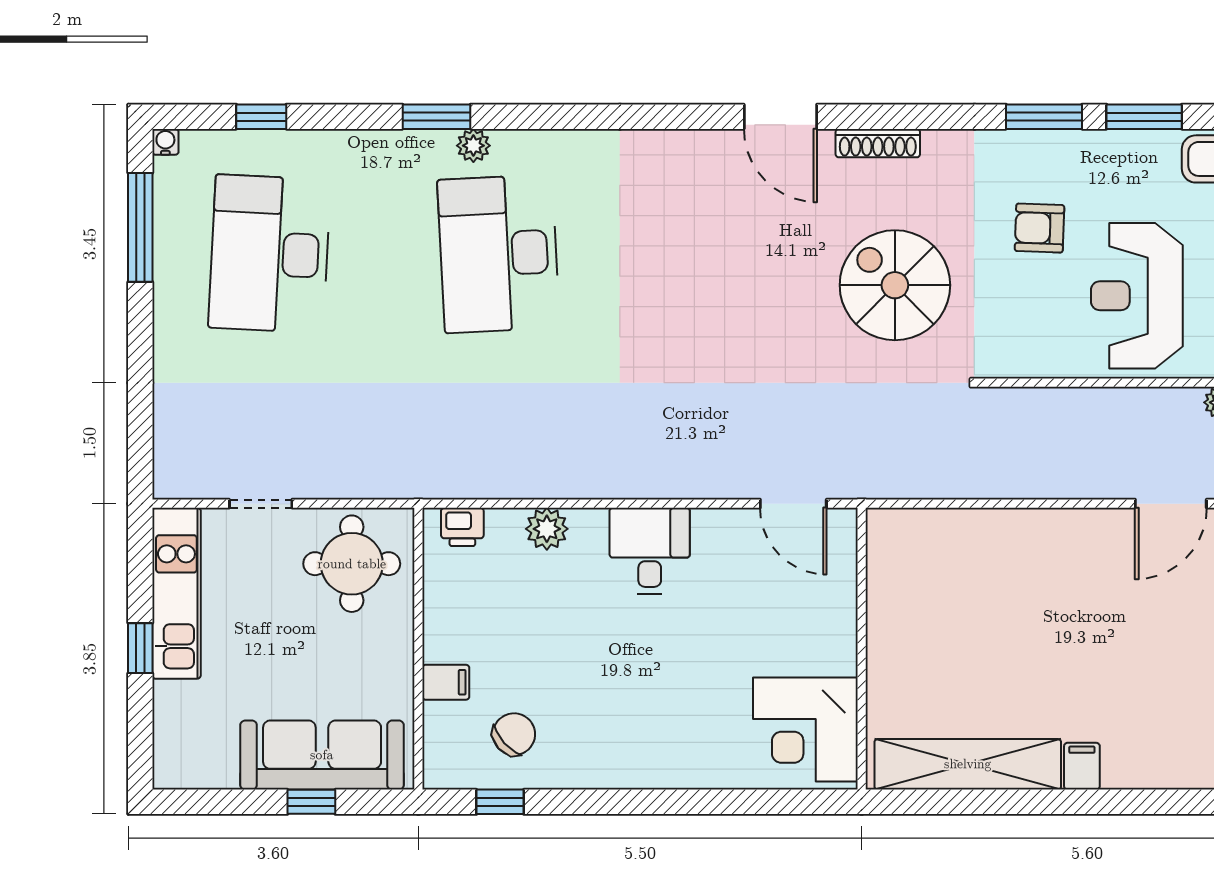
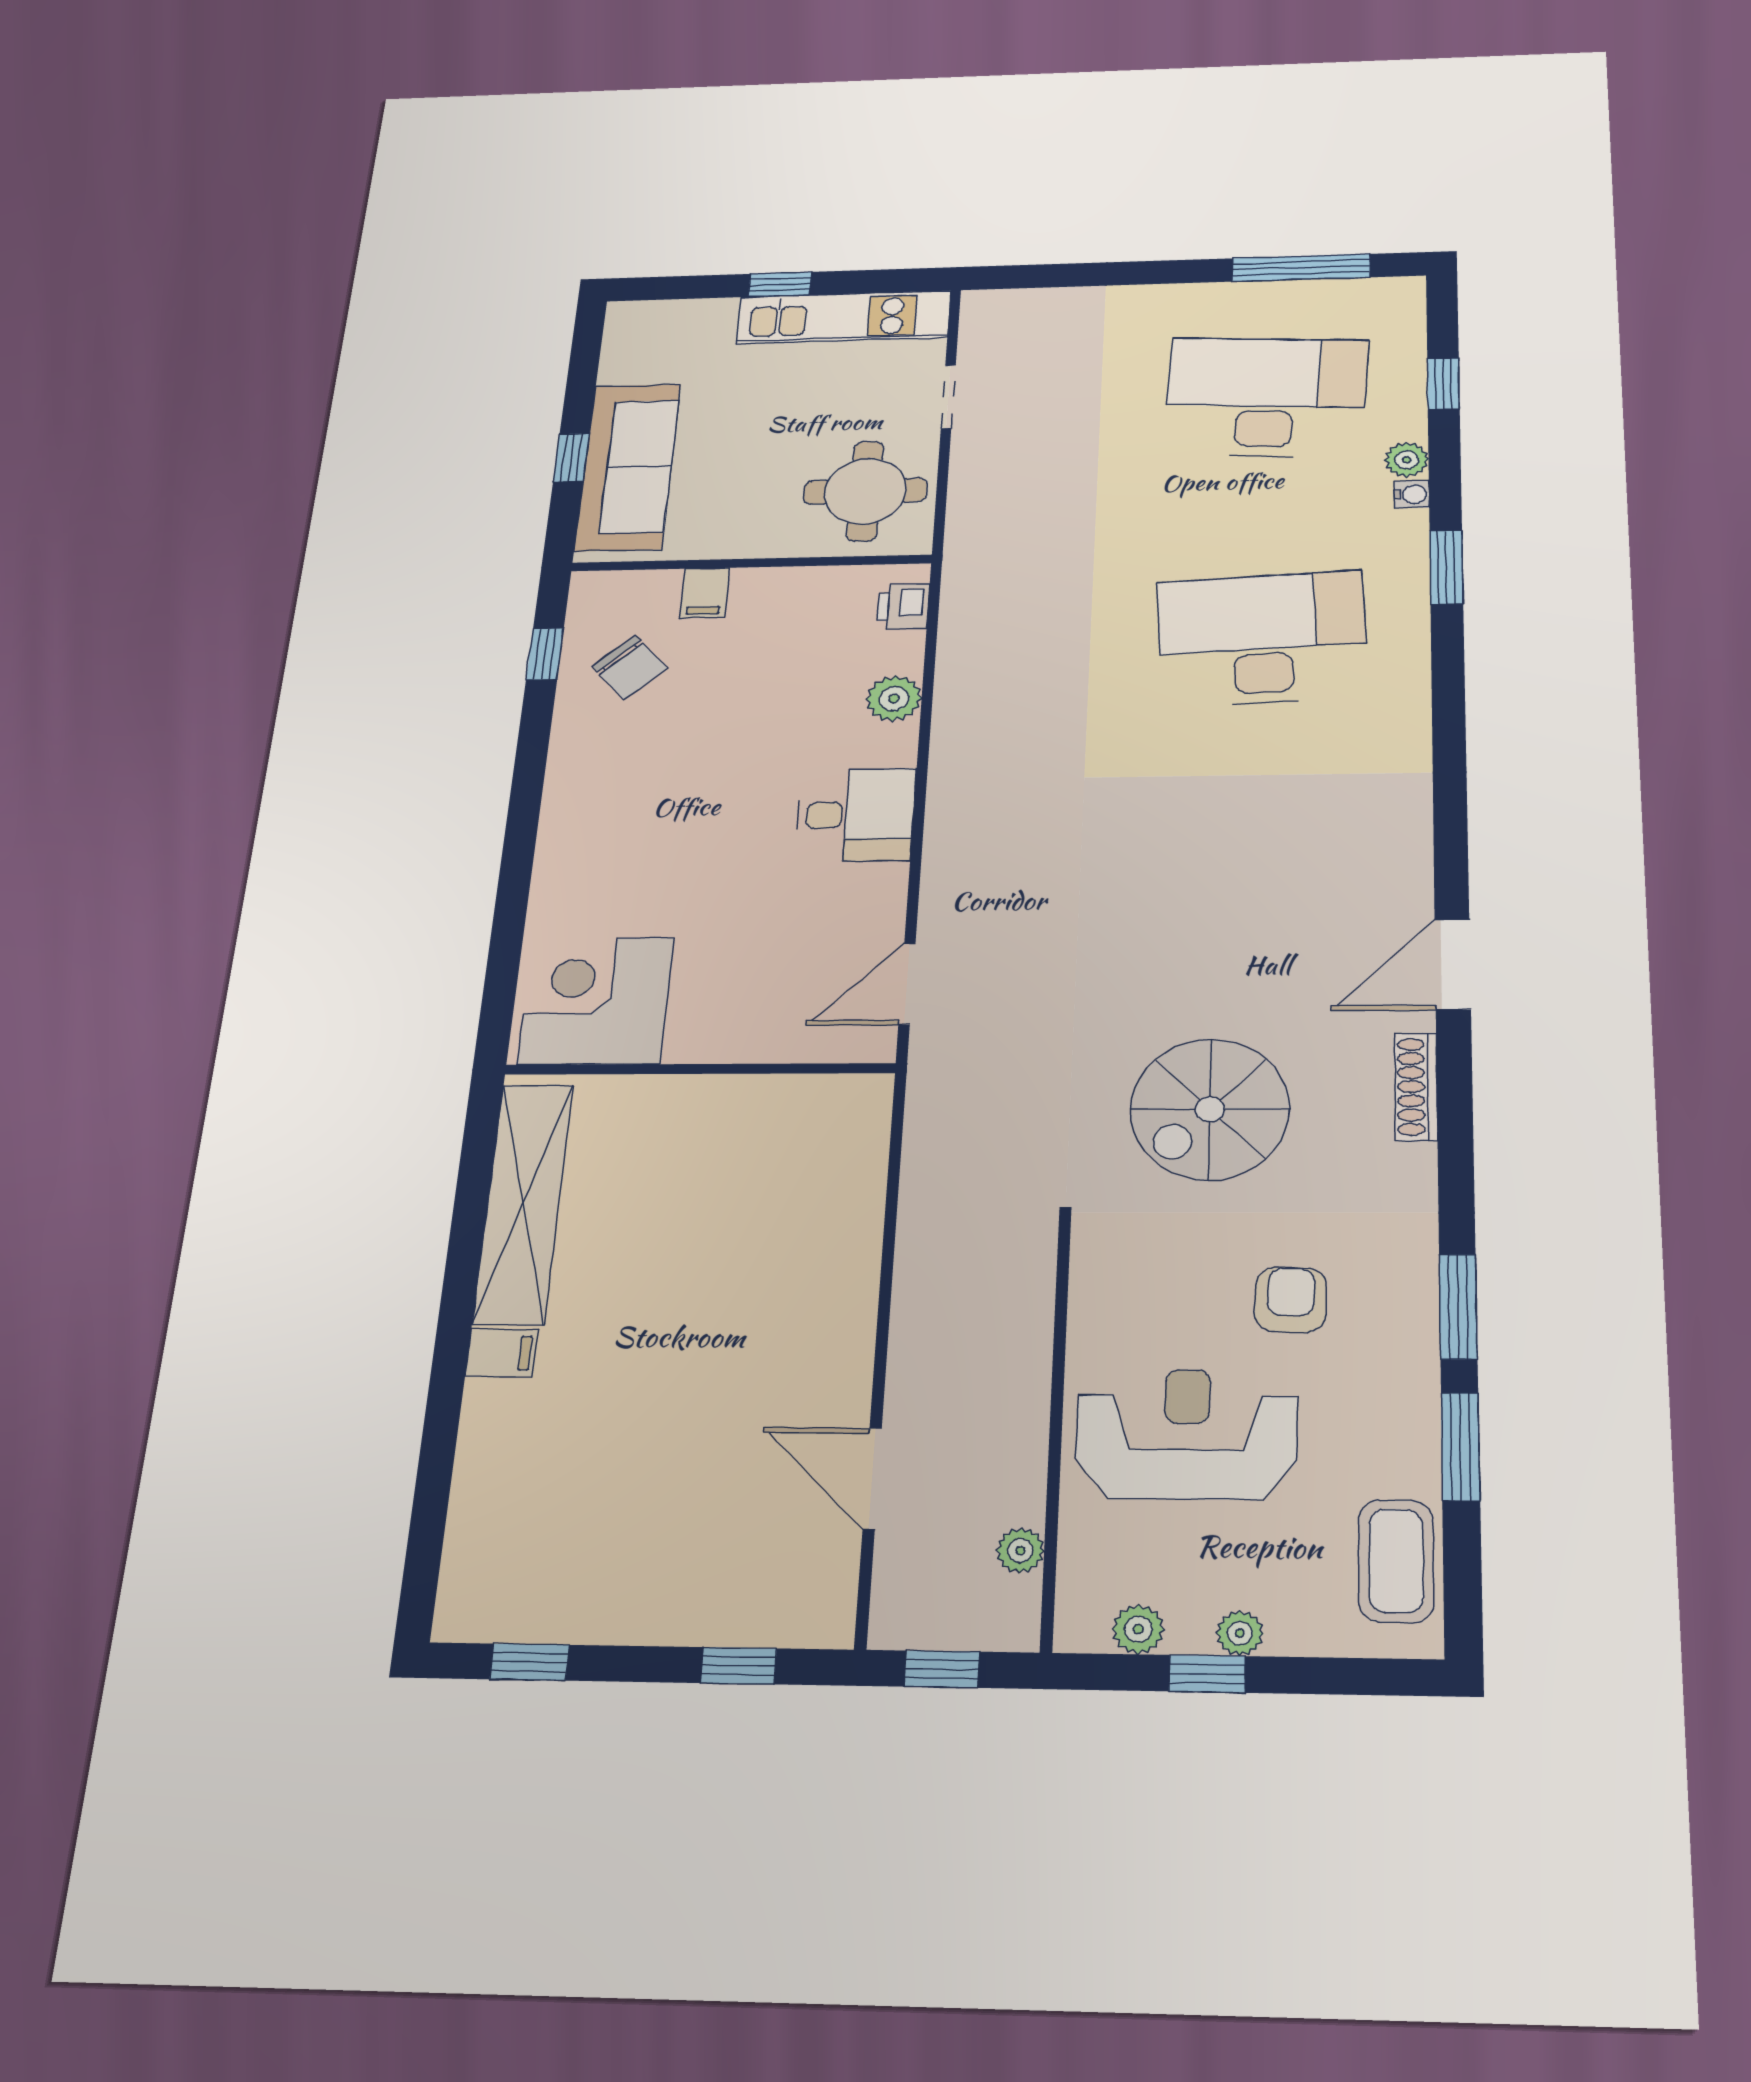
water cooler: (165, 142) -> (1412, 494), moved
plant: (473, 146) -> (1407, 460), moved
spiral stairs: (895, 285) -> (1210, 1109), turned 180

